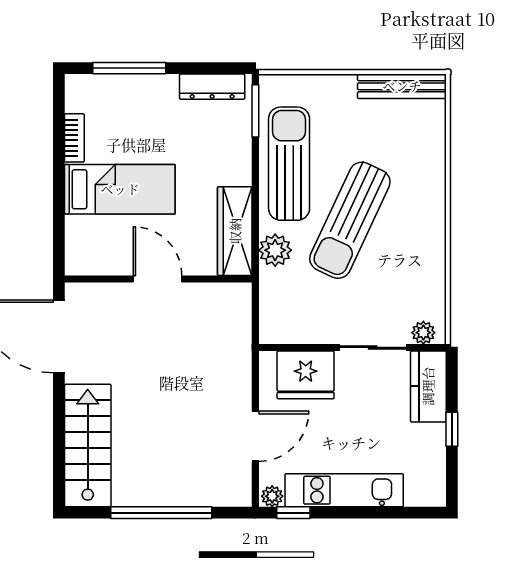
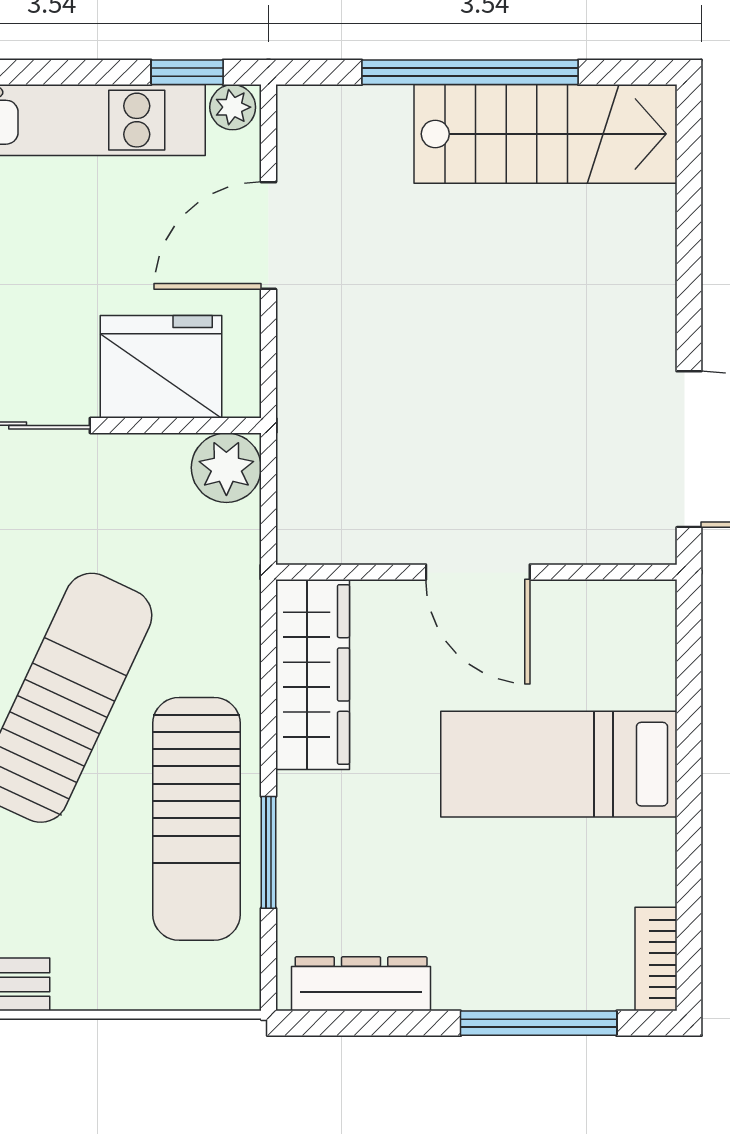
window: (255, 111) -> (269, 852), moved
bookcase: (74, 138) -> (656, 959), moved
plant: (275, 250) -> (226, 468), moved
stairs: (88, 446) -> (545, 134), moved, turned -90

